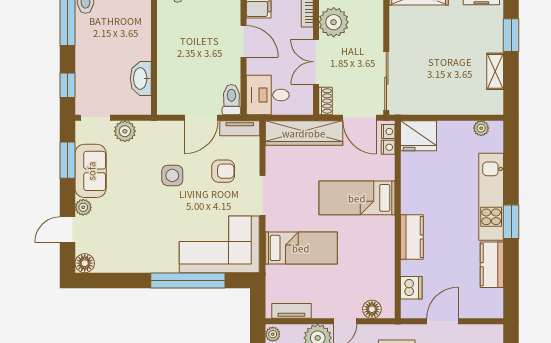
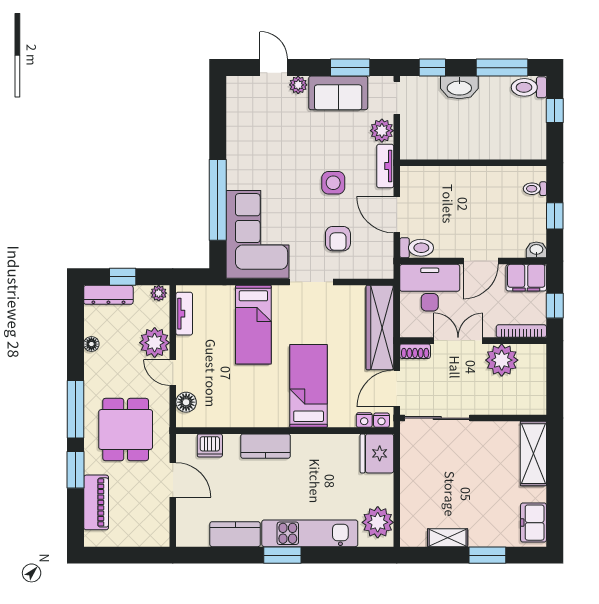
washbasin: (141, 78) -> (459, 87), moved, turned 180
desk: (268, 95) -> (430, 288), width x1.37
tv unit: (240, 128) -> (385, 166), moved
plant: (481, 128) -> (378, 522), width x1.88, depth x1.88
floor lamp: (85, 263) -> (237, 86), removed

